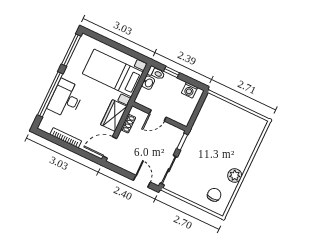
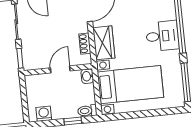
washbasin: (148, 83) -> (87, 76), moved
desk: (66, 99) -> (162, 36), width x0.73

